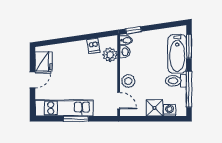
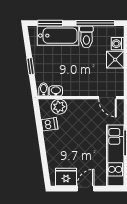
window: (134, 30) -> (31, 66), moved
door: (33, 80) -> (85, 189), hinge flipped
stool: (128, 81) -> (87, 87), removed
door: (119, 101) -> (107, 98), swing flipped

